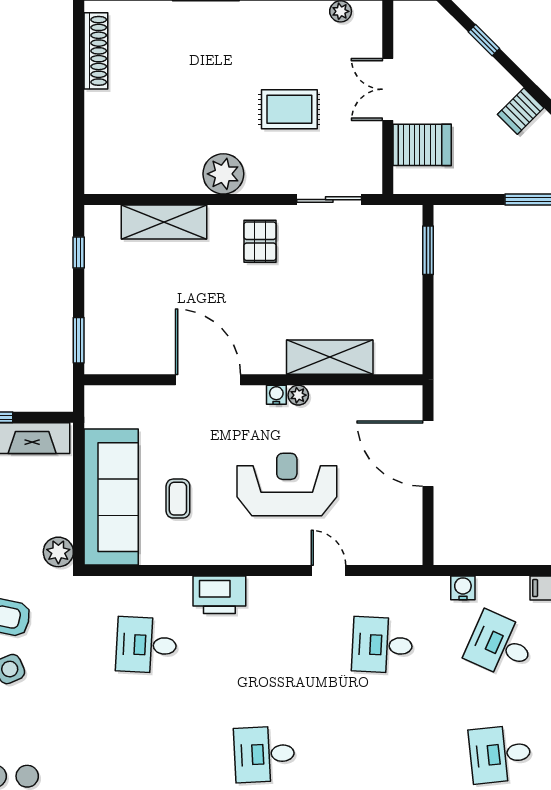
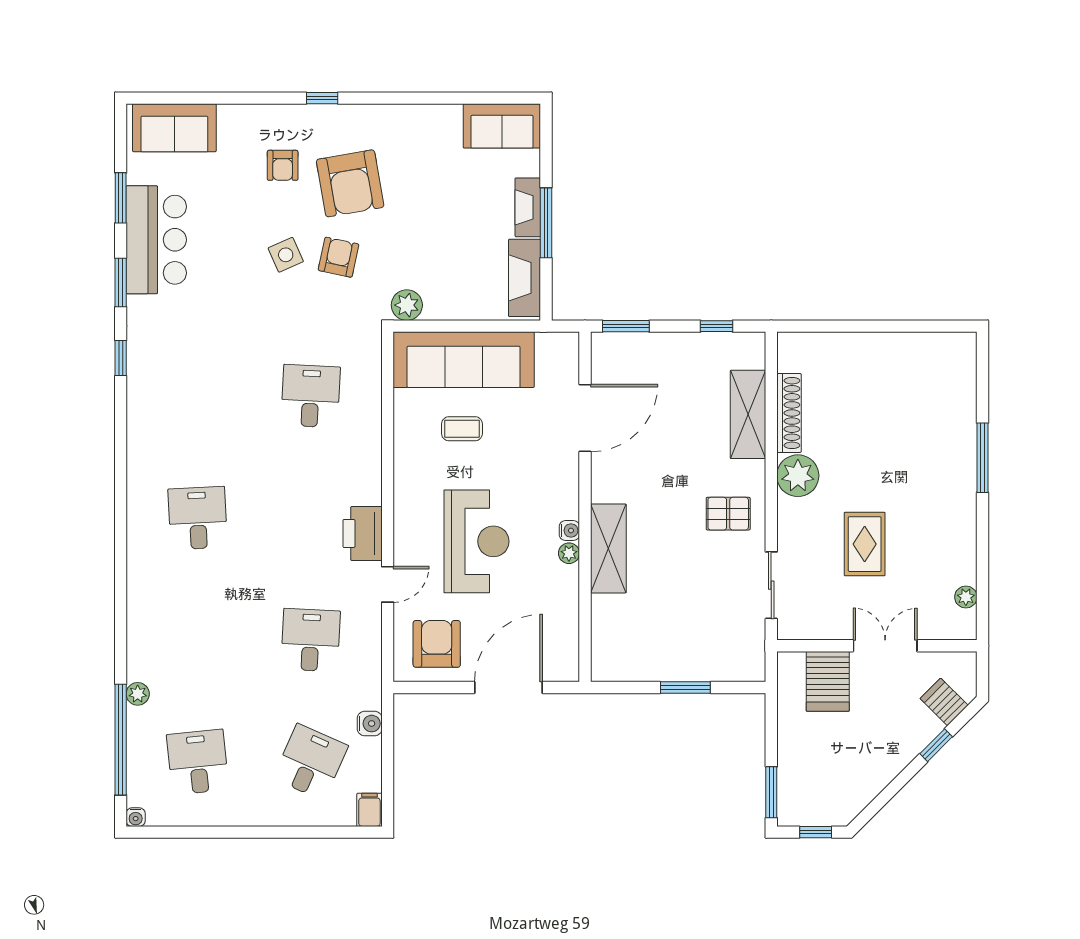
shoe rack: (96, 51) -> (789, 413), moved, turned -90
server rack: (521, 111) -> (944, 702), moved
window: (428, 250) -> (685, 687), moved
shelving: (330, 357) -> (608, 548), moved
door: (208, 380) -> (585, 418), moved
armchair: (386, 523) -> (437, 644), added
printer: (219, 595) -> (363, 533), moved

